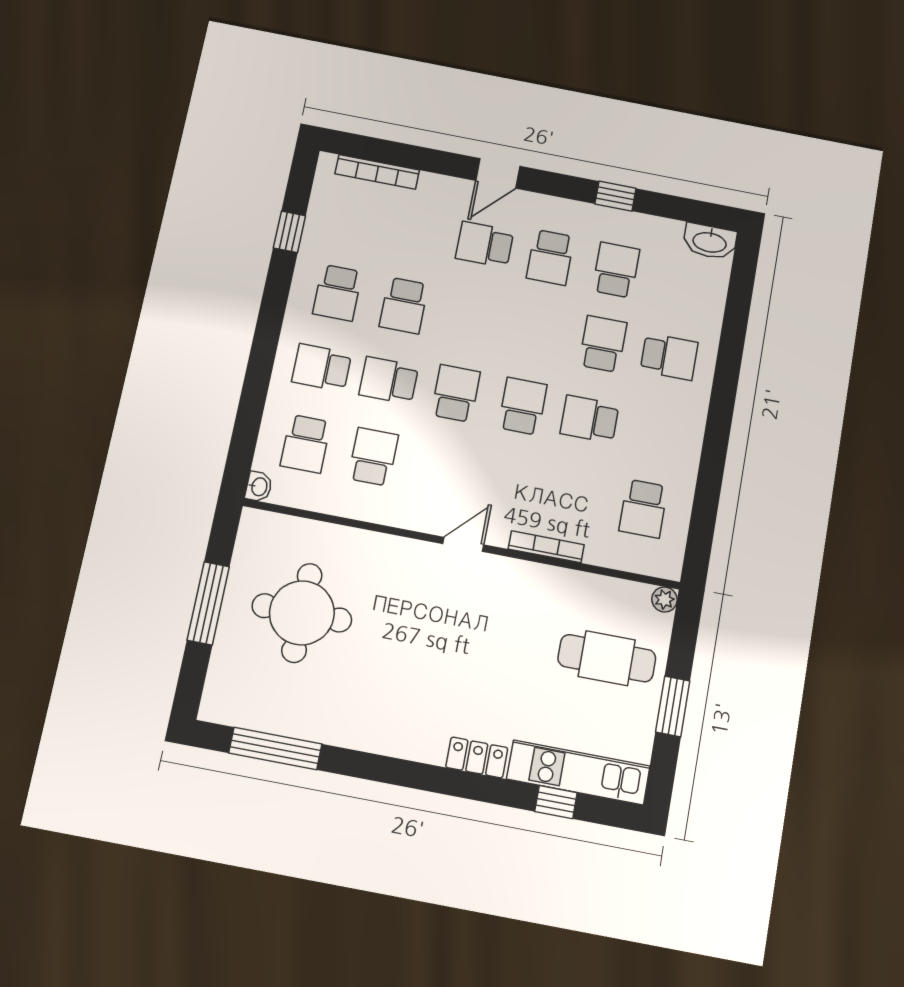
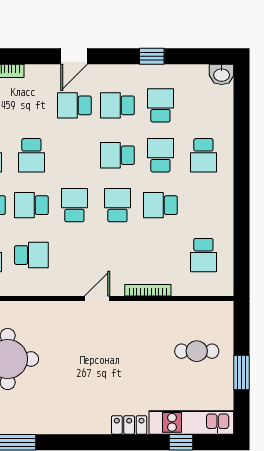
washbasin: (710, 241) -> (222, 74), width x0.72
school desk: (550, 257) -> (117, 105), turned 90
school desk: (537, 331) -> (117, 155), added
school desk: (669, 357) -> (203, 155), turned 90
school desk: (373, 457) -> (31, 255), turned 90
plant: (664, 599) -> (226, 309), removed
cafe table: (607, 658) -> (197, 351), width x0.73, depth x0.74

